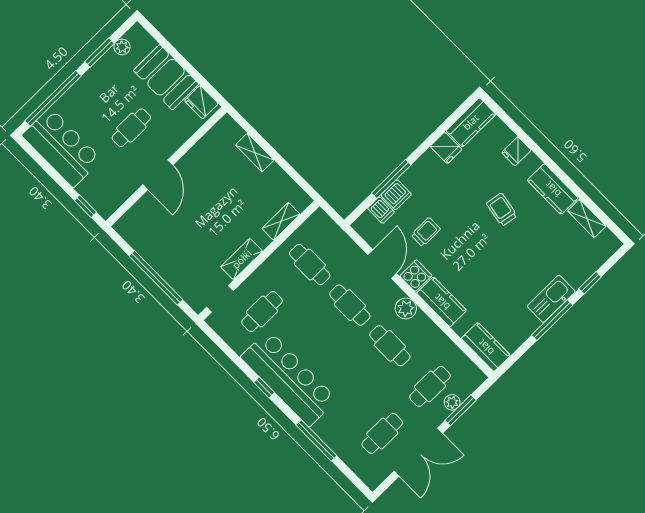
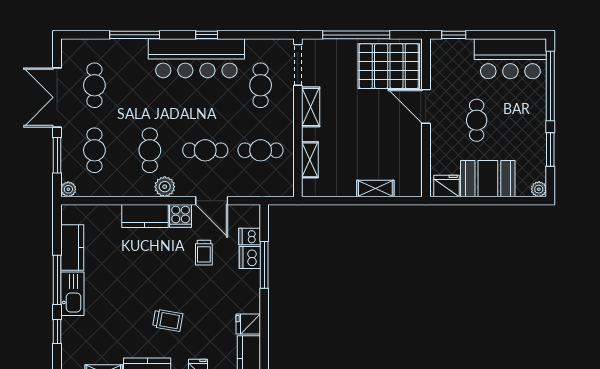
plant: (122, 47) -> (539, 189), moved
pallet: (155, 231) -> (389, 66), added
doorway: (220, 299) -> (298, 65), width x1.38
cafe table: (390, 346) -> (150, 150), turned 90
kitchen counter: (486, 347) -> (72, 247), moved, turned -90
plant: (452, 402) -> (68, 189), moved

